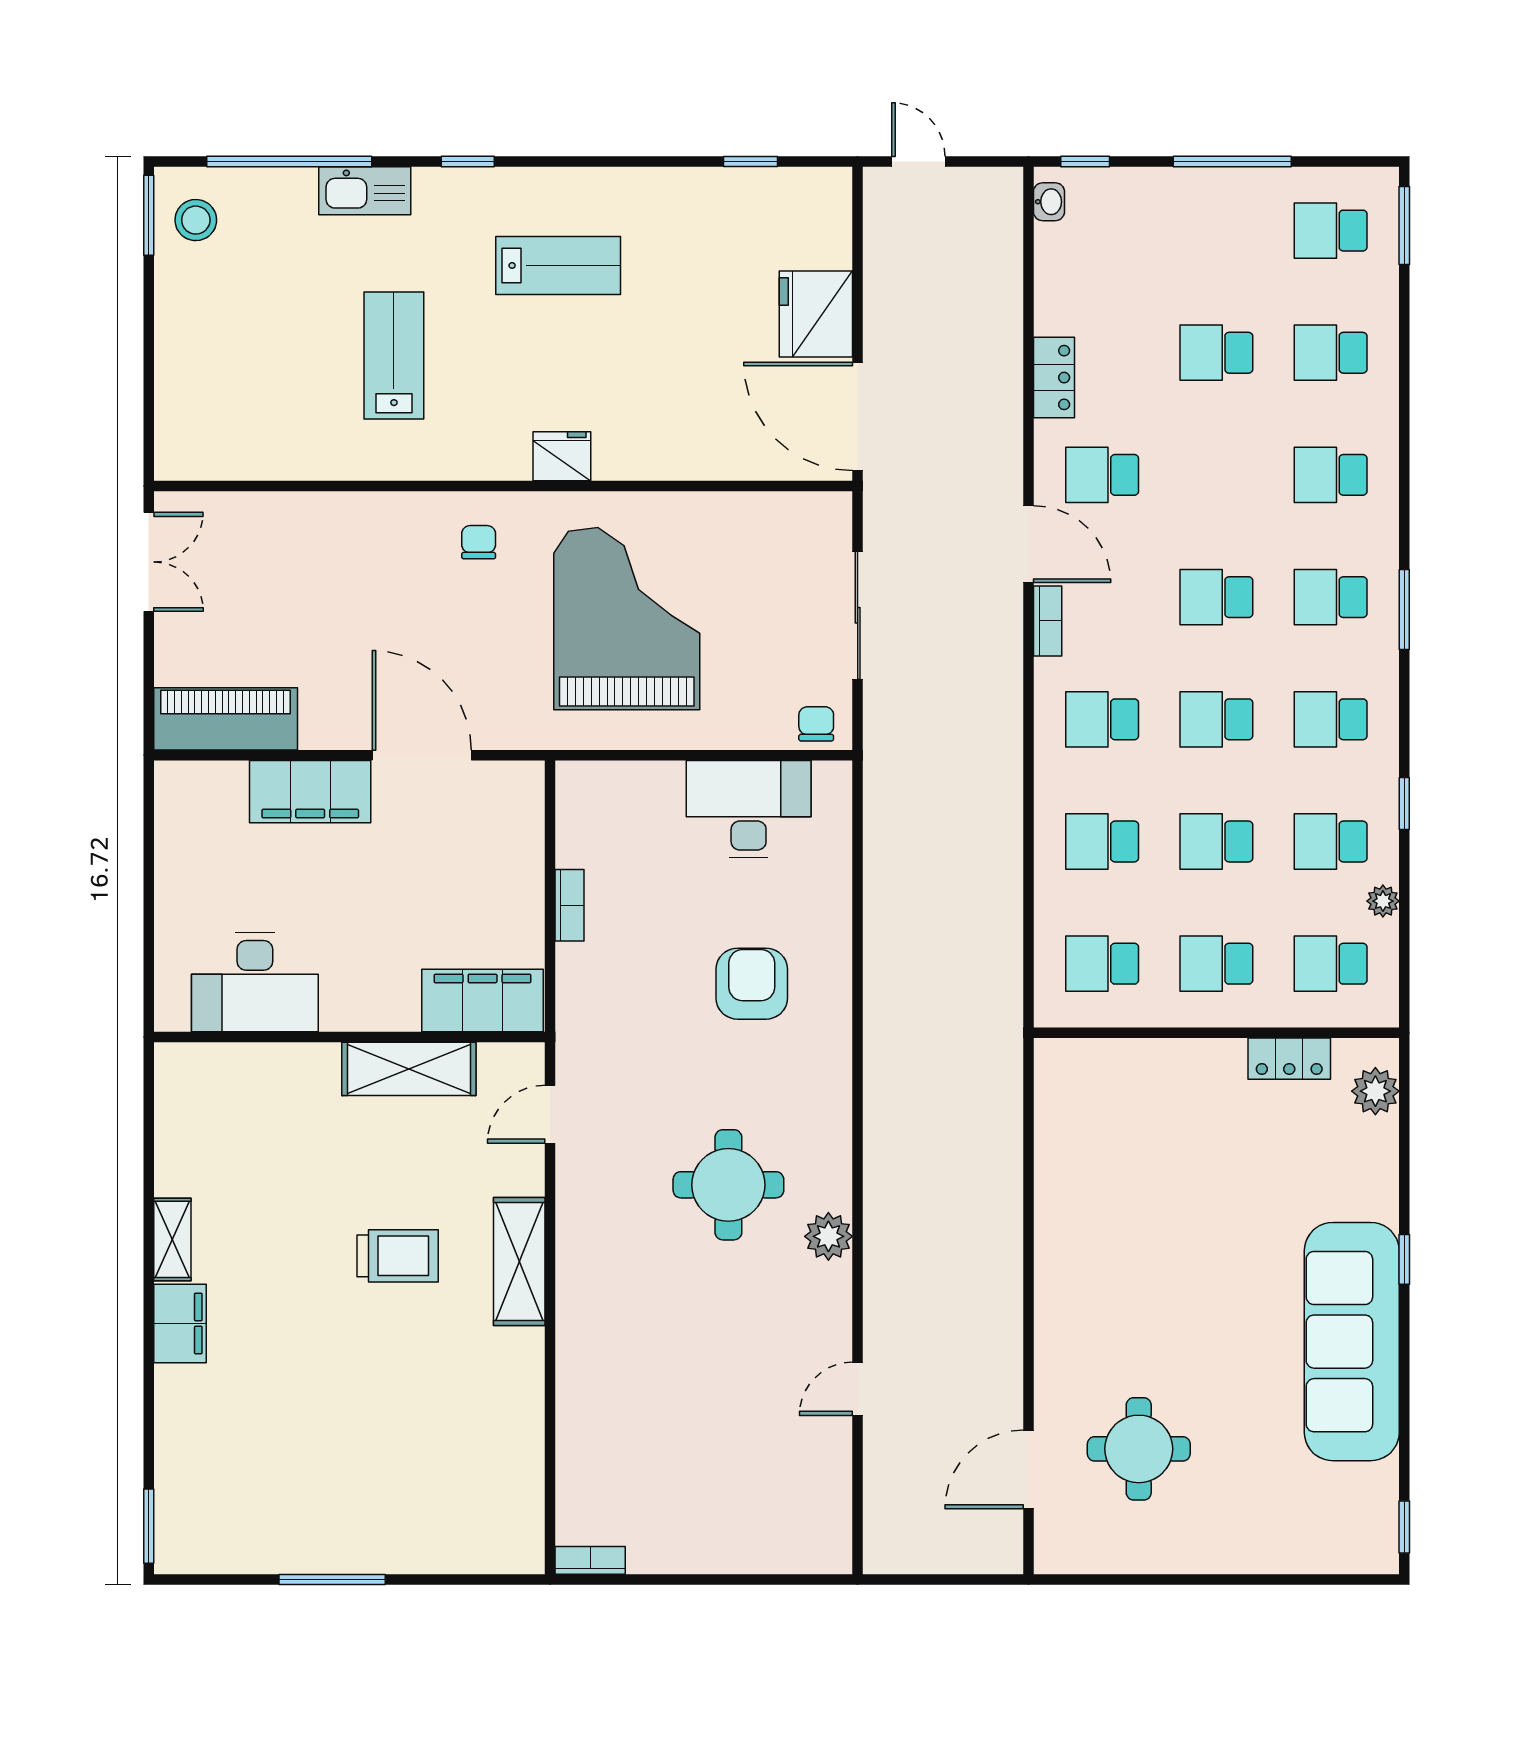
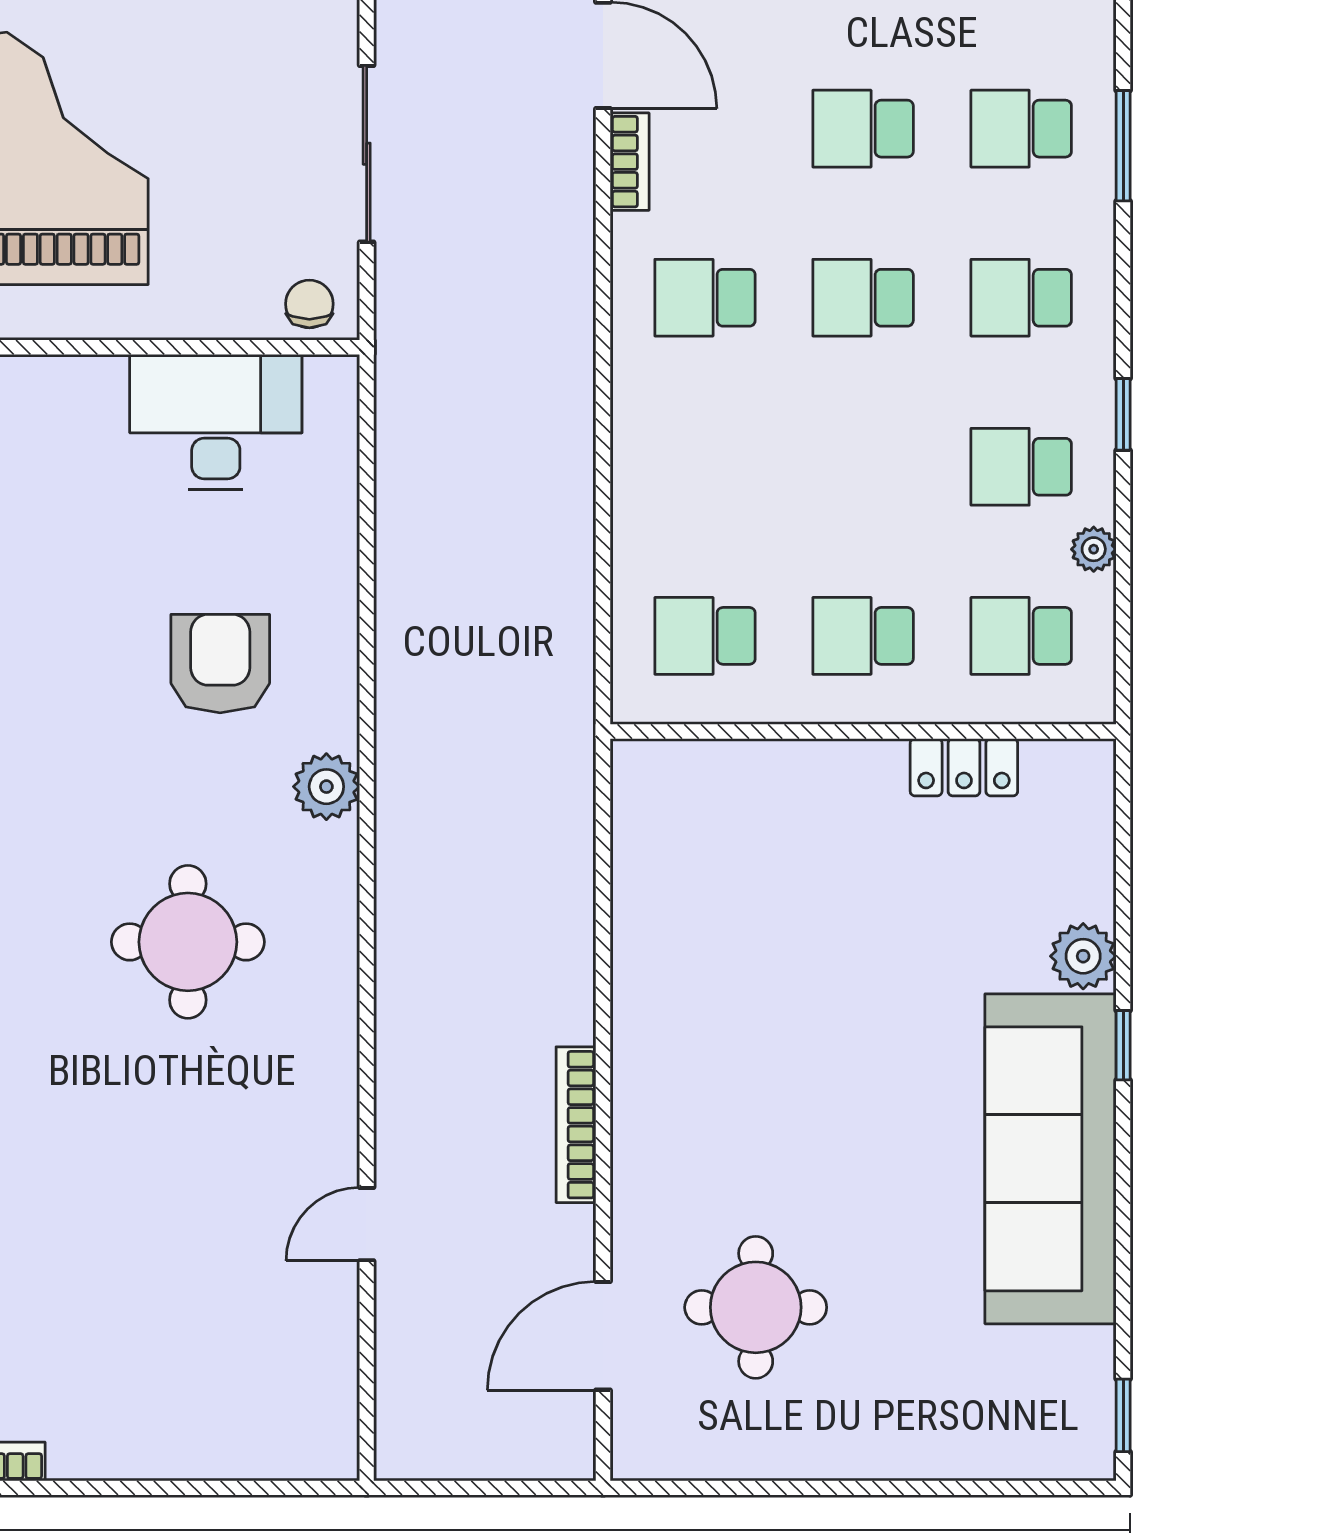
school desk: (1102, 841) -> (705, 467), removed
school desk: (1216, 841) -> (863, 467), removed
plant: (1375, 1091) -> (1083, 956), moved
plant: (828, 1236) -> (326, 787), moved
bookcase: (1009, 1317) -> (576, 1125), added

